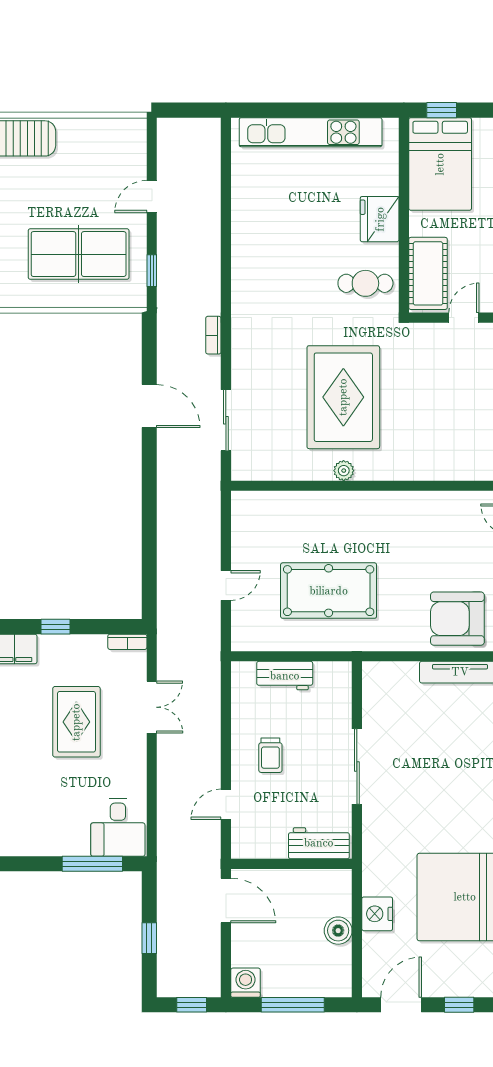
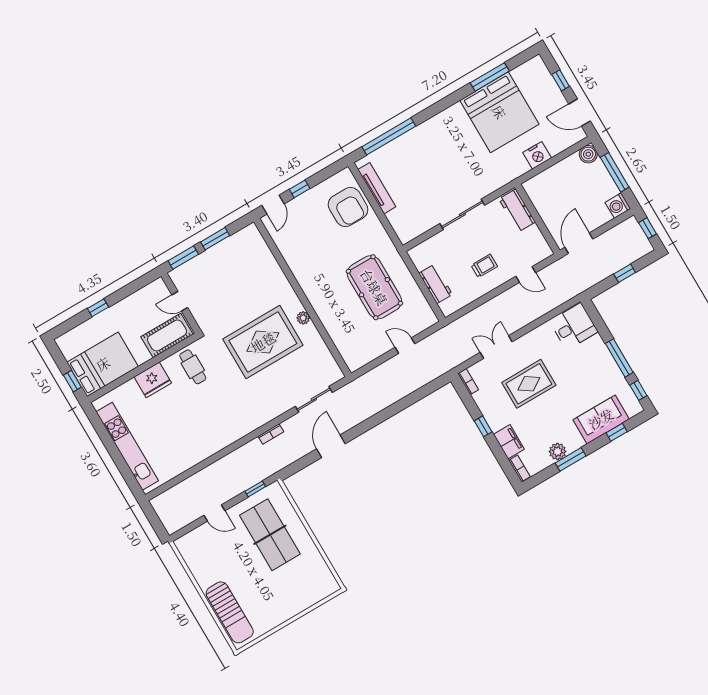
window: (92, 864) -> (619, 358), moved
boiler: (338, 931) -> (588, 154), moved

